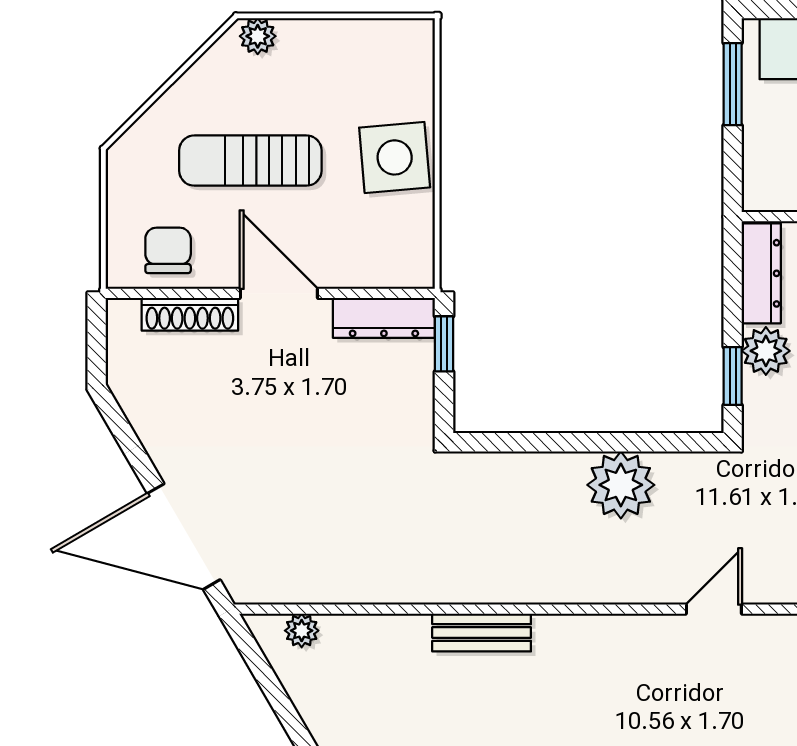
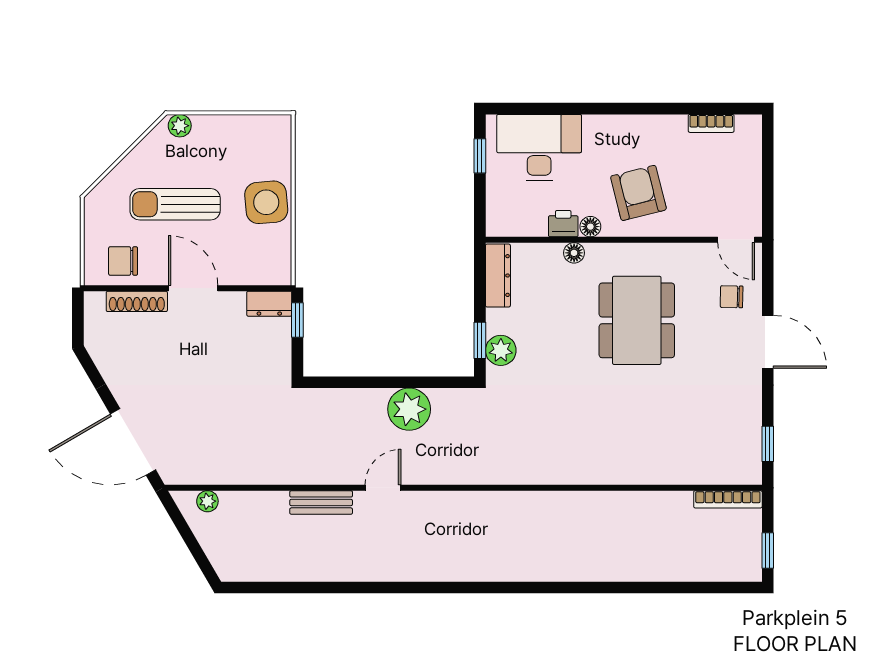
window: (733, 84) -> (480, 156), width x0.67
chair: (168, 250) -> (123, 261), turned -90
dresser: (384, 318) -> (269, 304), width x0.70
plant: (766, 351) -> (501, 350), moved
door: (714, 609) -> (383, 488), moved

